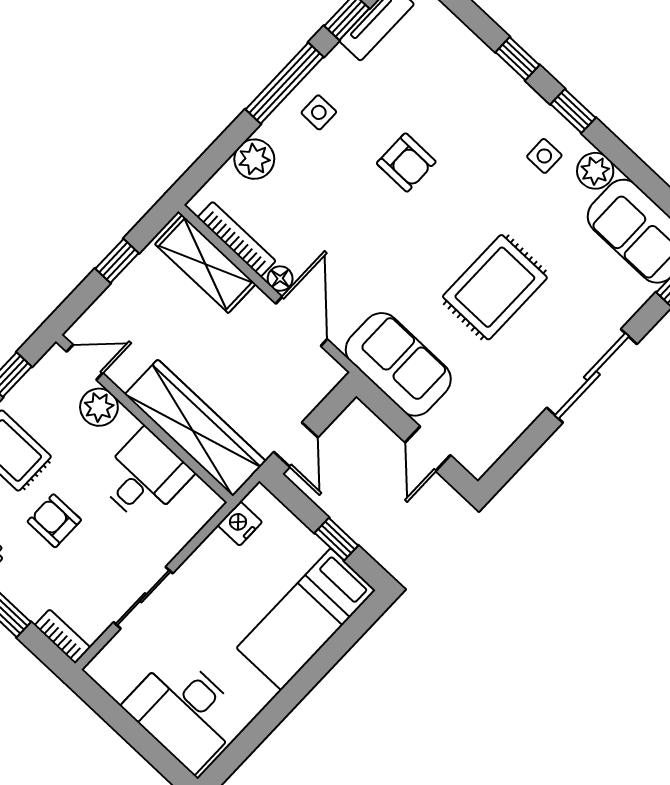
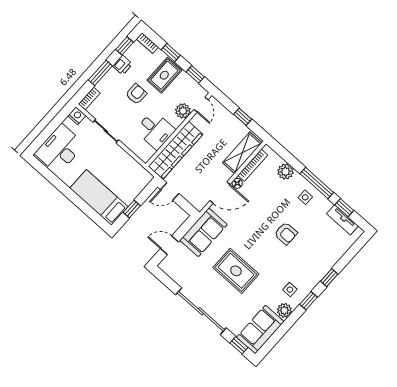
armchair: (406, 162) -> (286, 233), turned -90
sliding door: (592, 376) -> (201, 311), width x1.36
nightstand: (240, 524) -> (77, 116), moved

